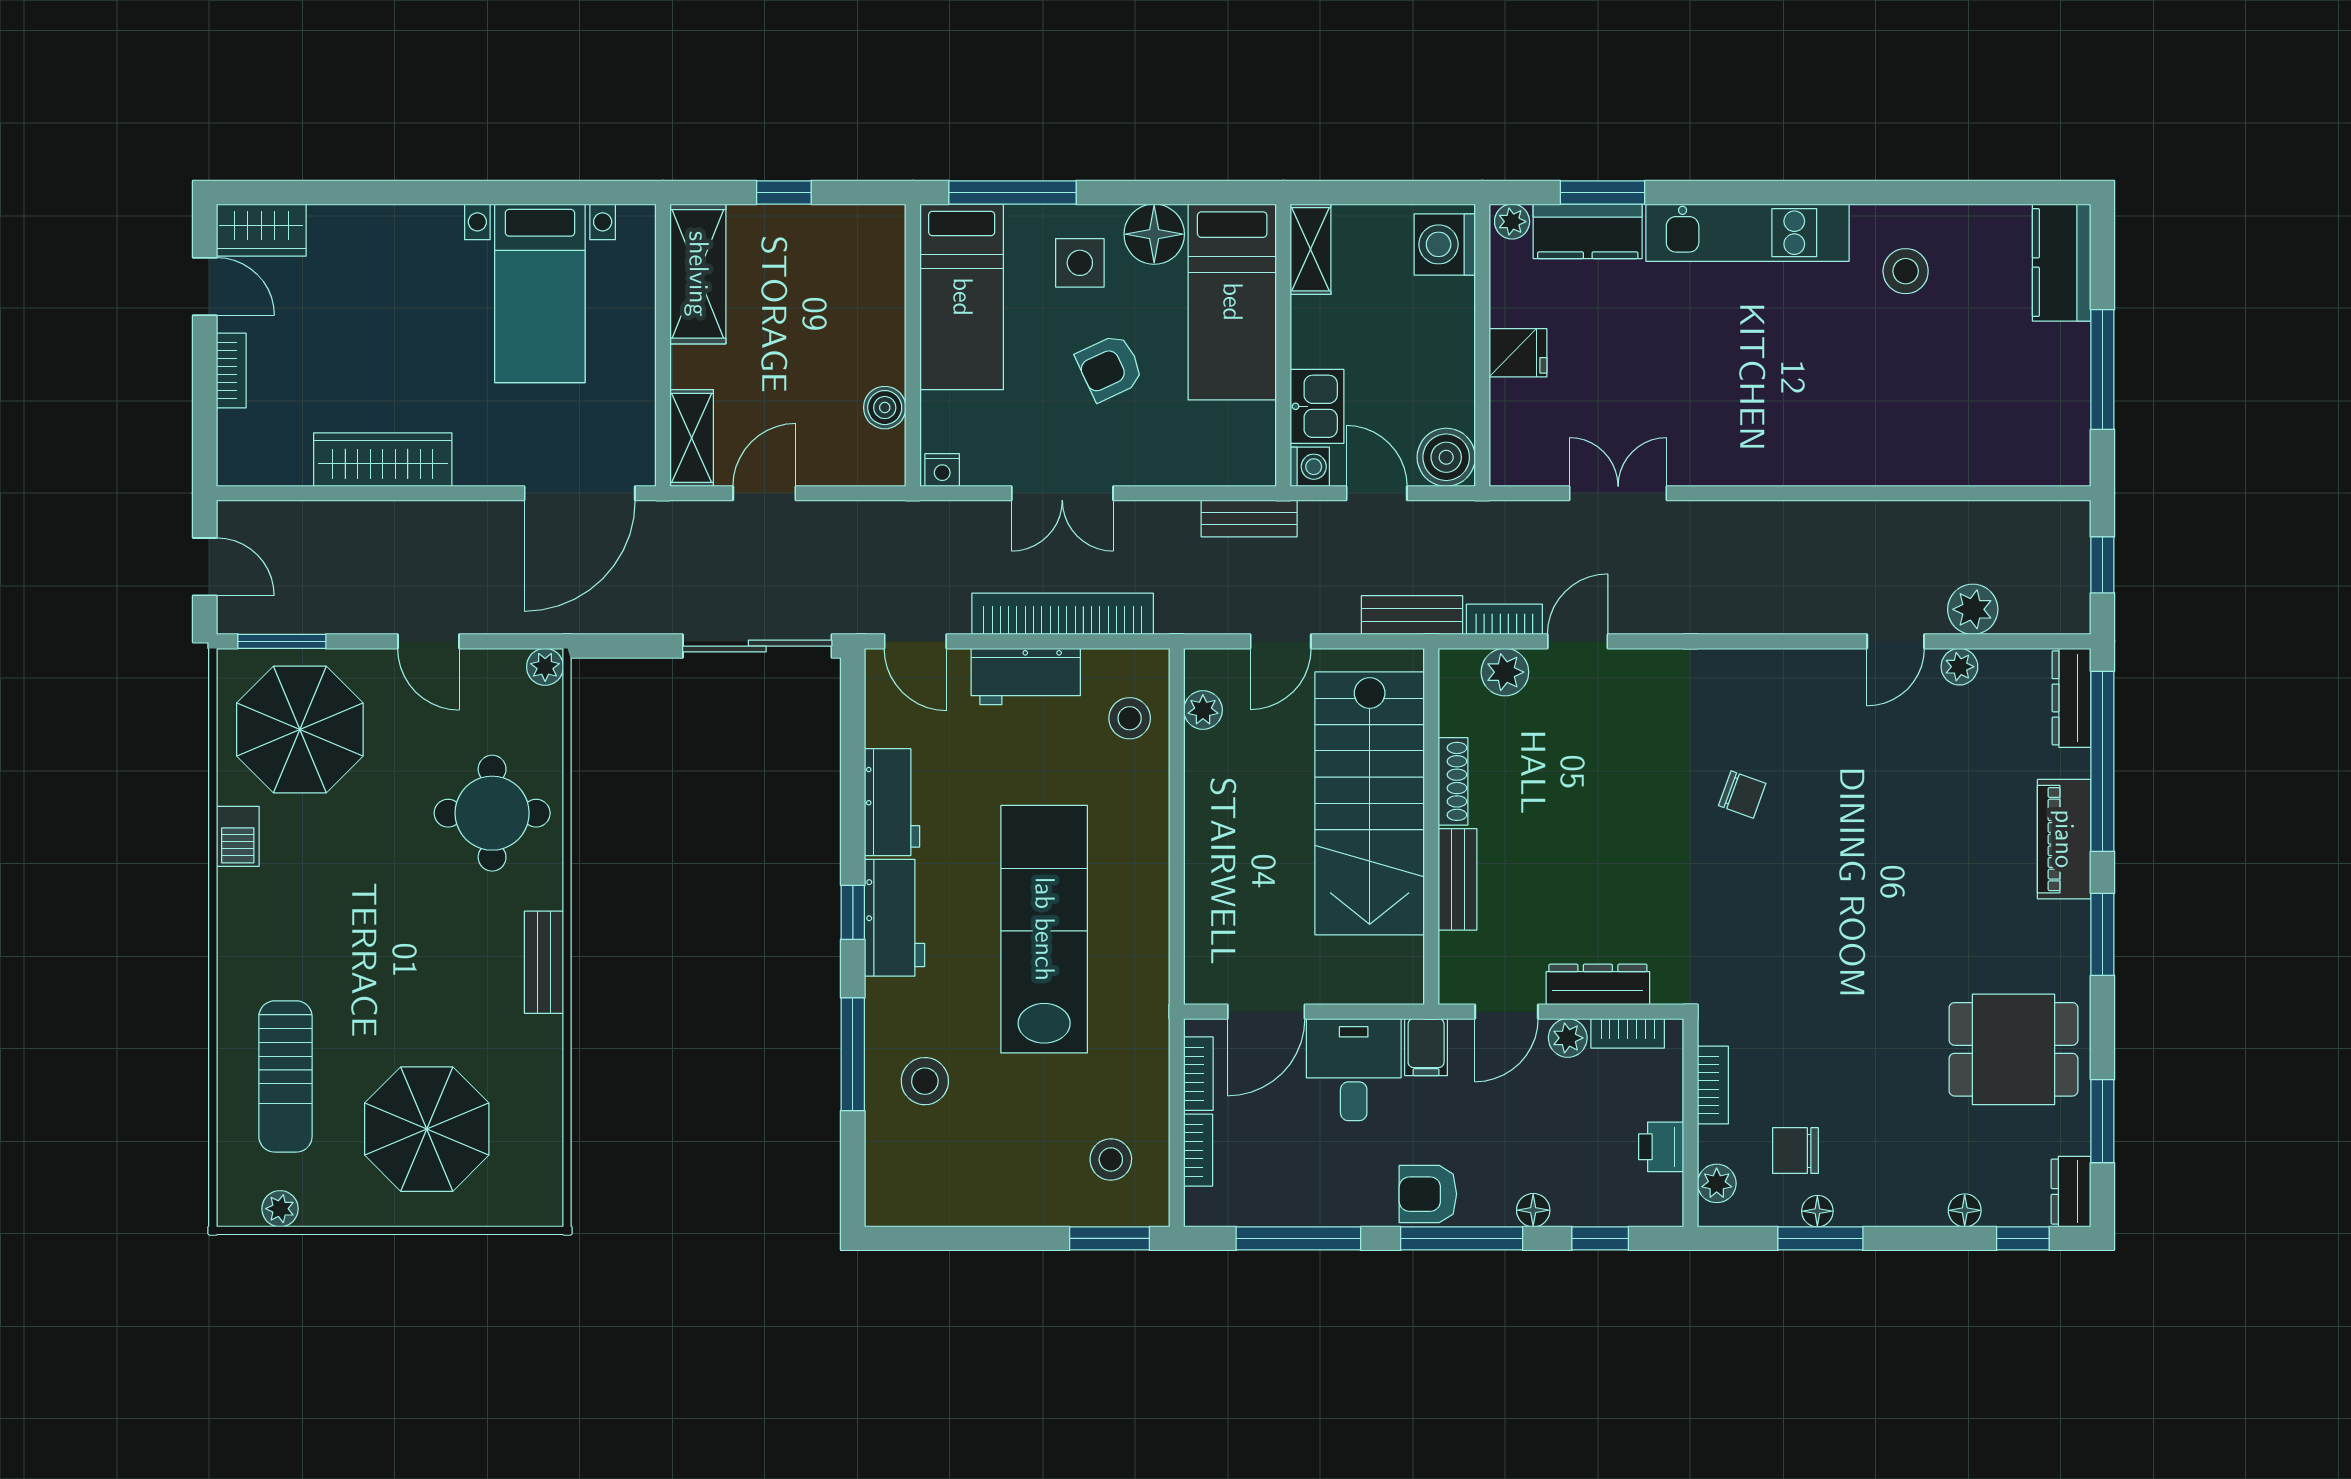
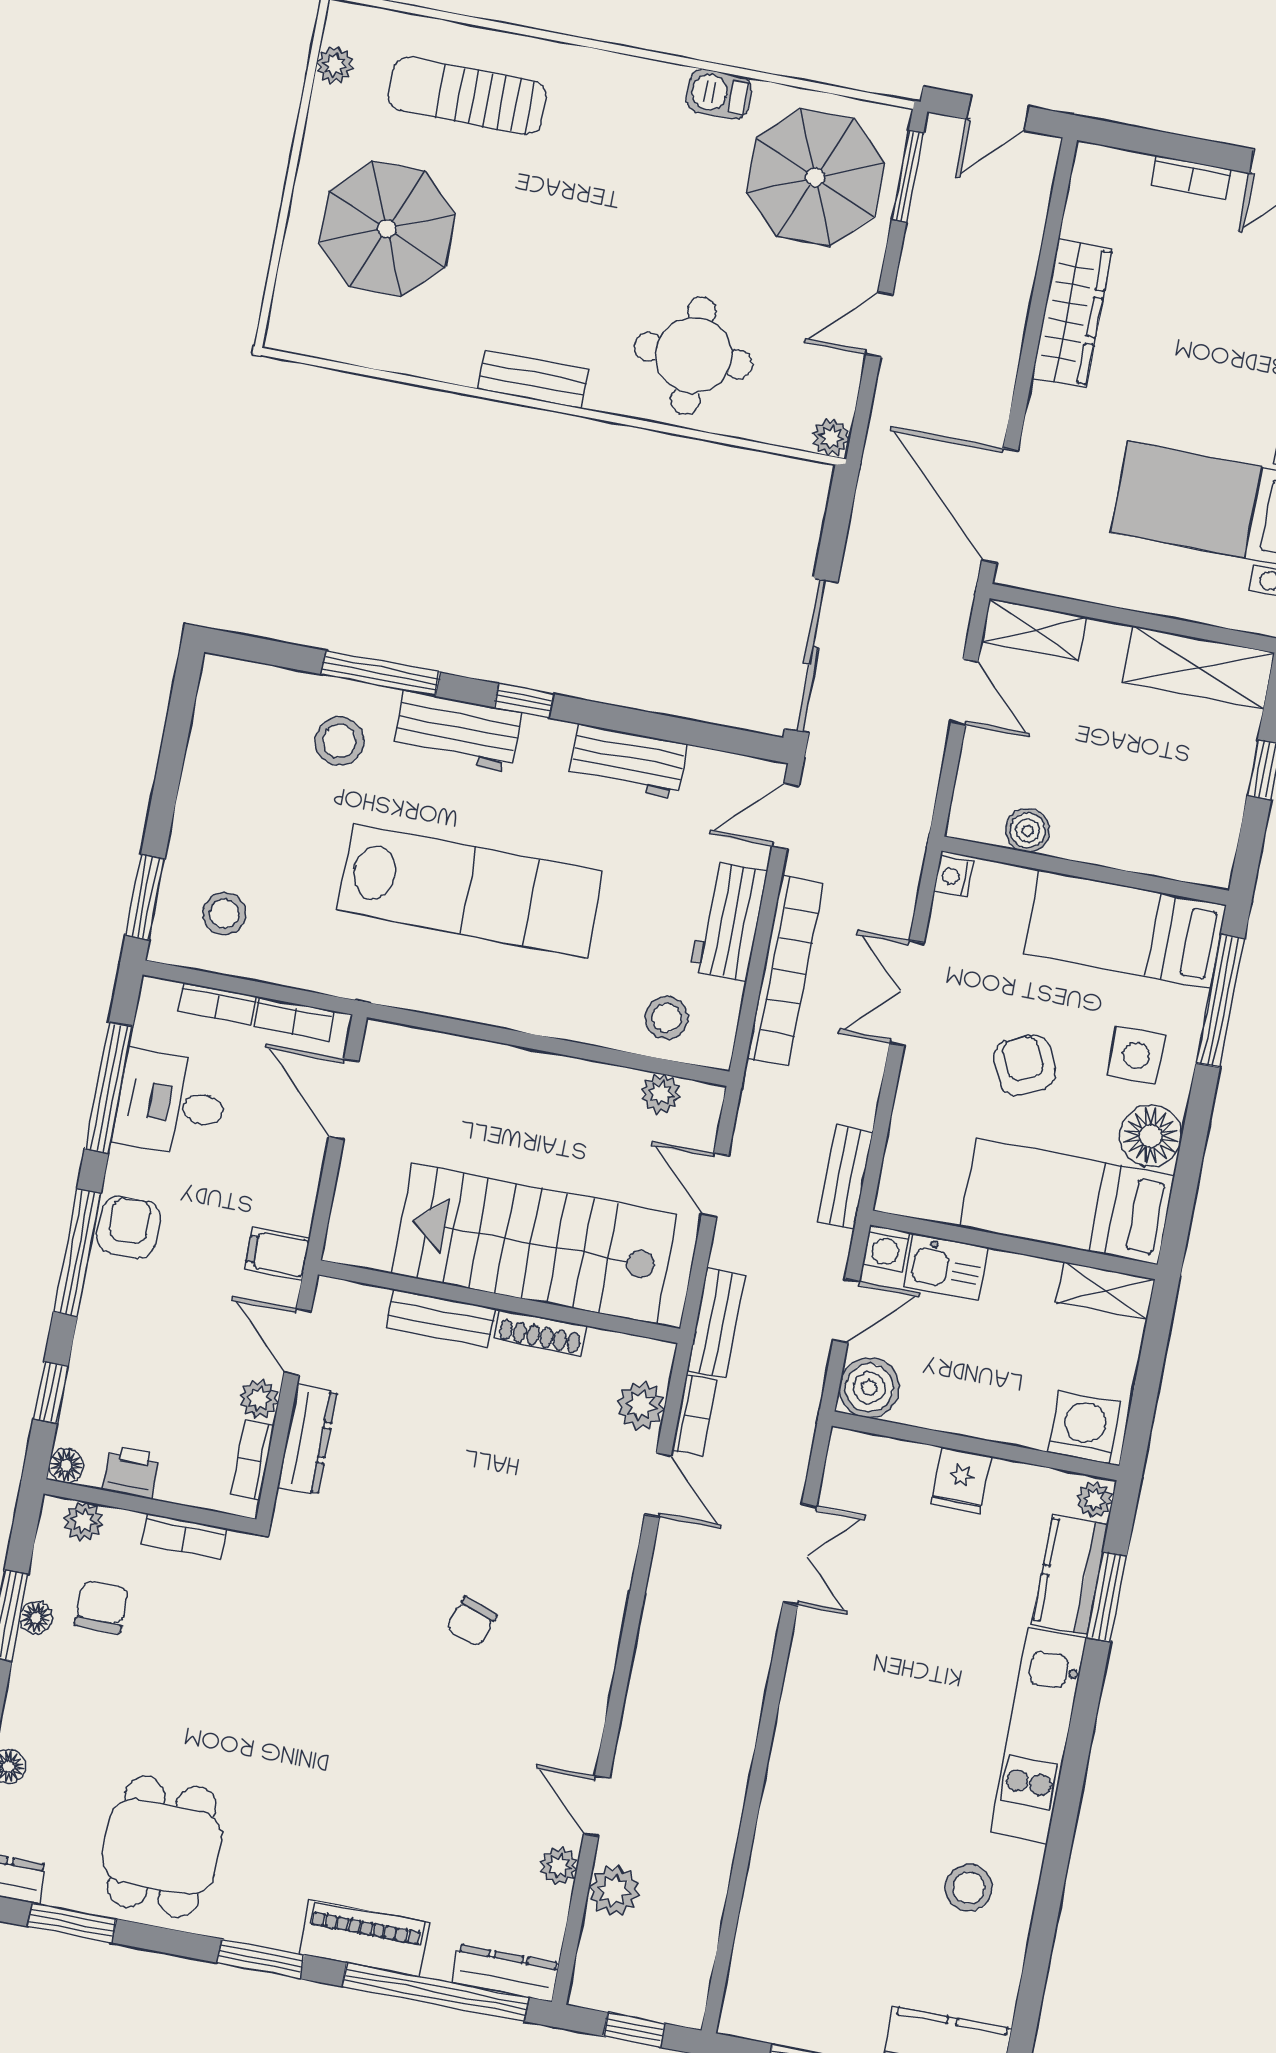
workbench: (894, 918) -> (457, 732), moved
desk: (1354, 1070) -> (171, 1104), moved, turned 180
floor lamp: (1533, 1210) -> (66, 1466), moved

